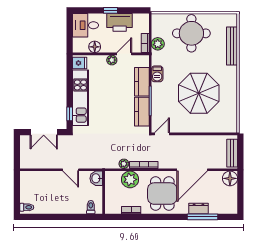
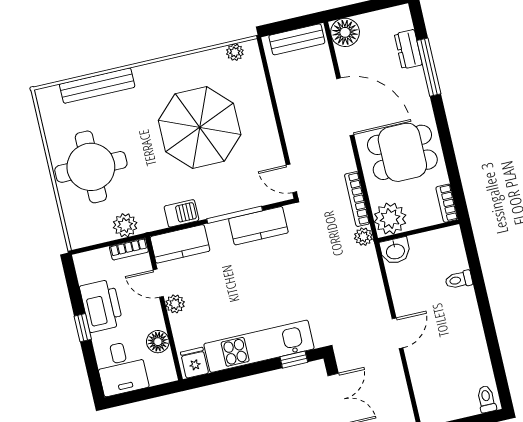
kitchen counter: (142, 82) -> (180, 244), moved
plant: (233, 120) -> (235, 52), added
washbasin: (96, 178) -> (395, 251), moved
wall: (104, 192) -> (419, 231), moved
dresser: (198, 209) -> (408, 49), moved

